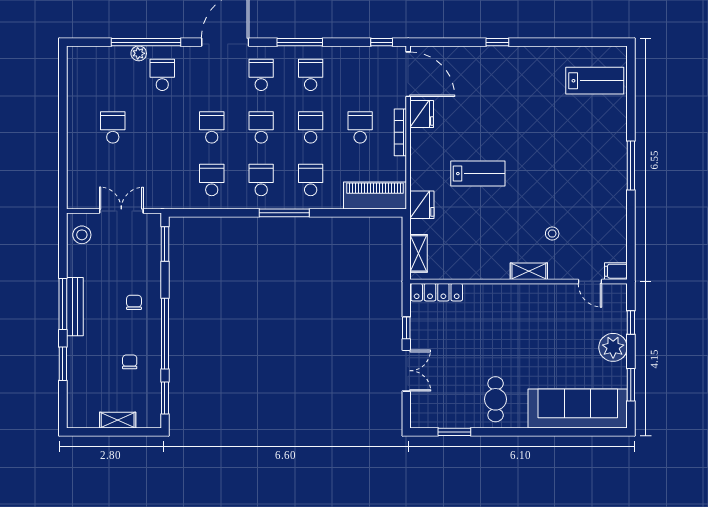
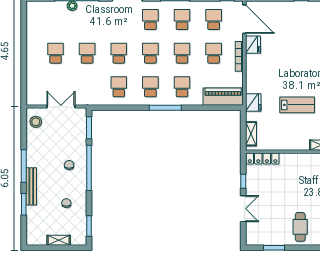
school desk: (162, 75) -> (87, 53), moved
school desk: (360, 75) -> (214, 20), added
lab bench: (478, 174) -> (297, 105), moved
bench: (75, 307) -> (31, 186), moved
window: (165, 334) -> (89, 168), moved

